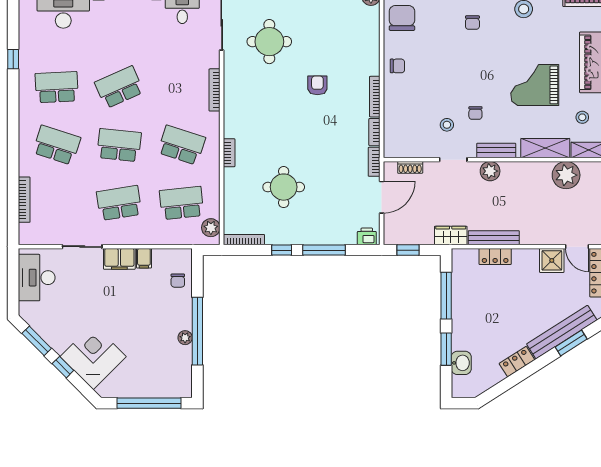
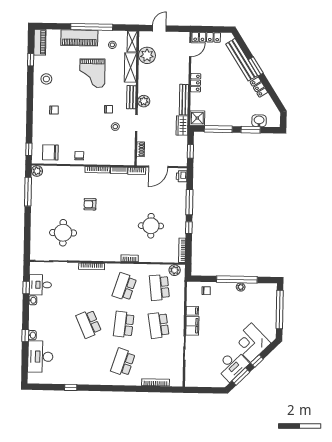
school desk: (57, 87) -> (88, 362), removed
door: (382, 197) -> (158, 167), swing flipped
locker: (495, 256) -> (196, 83), moved
shower: (552, 260) -> (197, 118), moved
desk: (37, 278) -> (232, 365), moved, turned -45
window: (571, 343) -> (256, 66), moved

